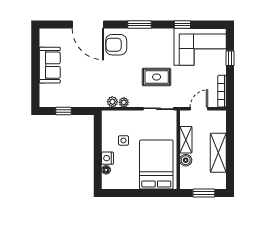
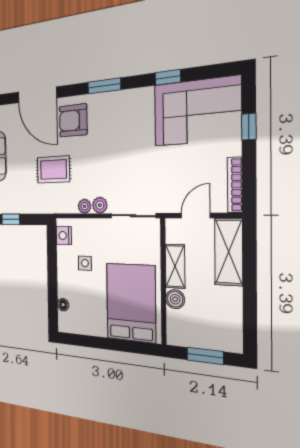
rug: (157, 77) -> (53, 170), moved
plant: (112, 102) -> (100, 205), moved
shelving: (218, 153) -> (229, 252), moved
nightstand: (108, 158) -> (64, 235), moved

